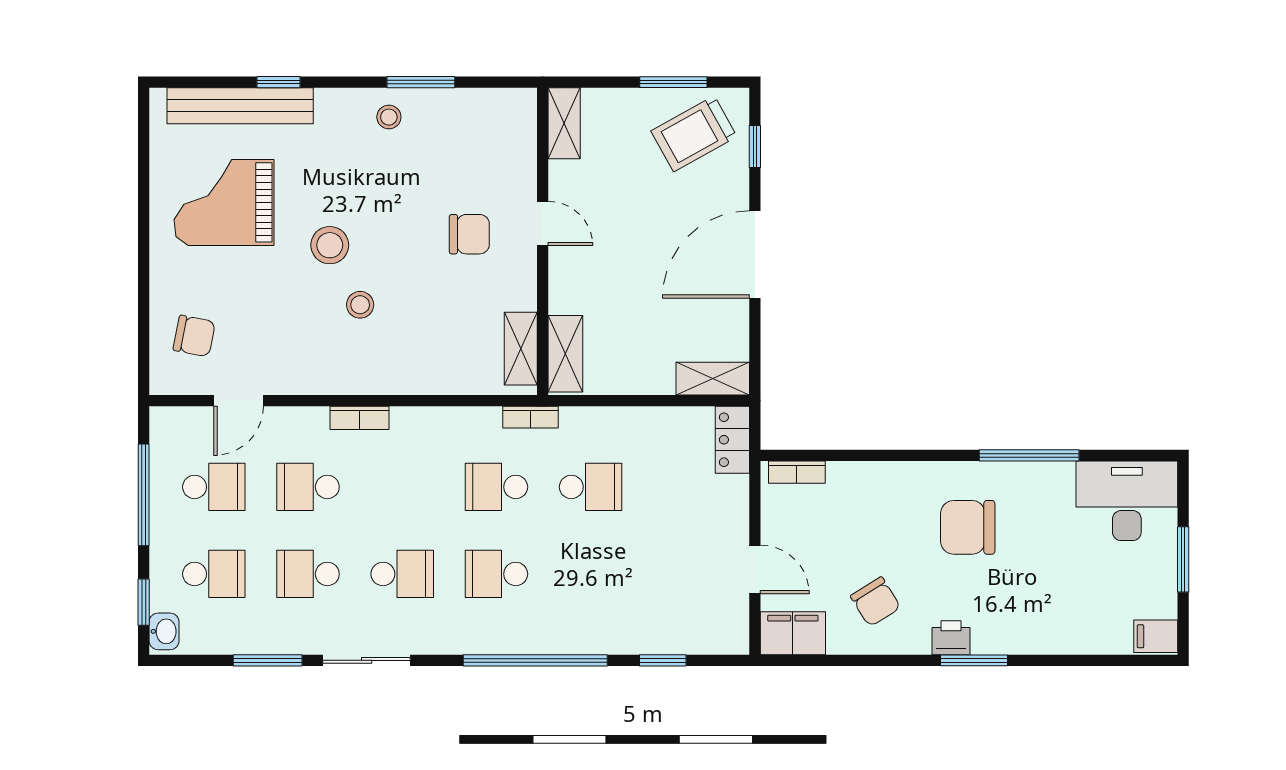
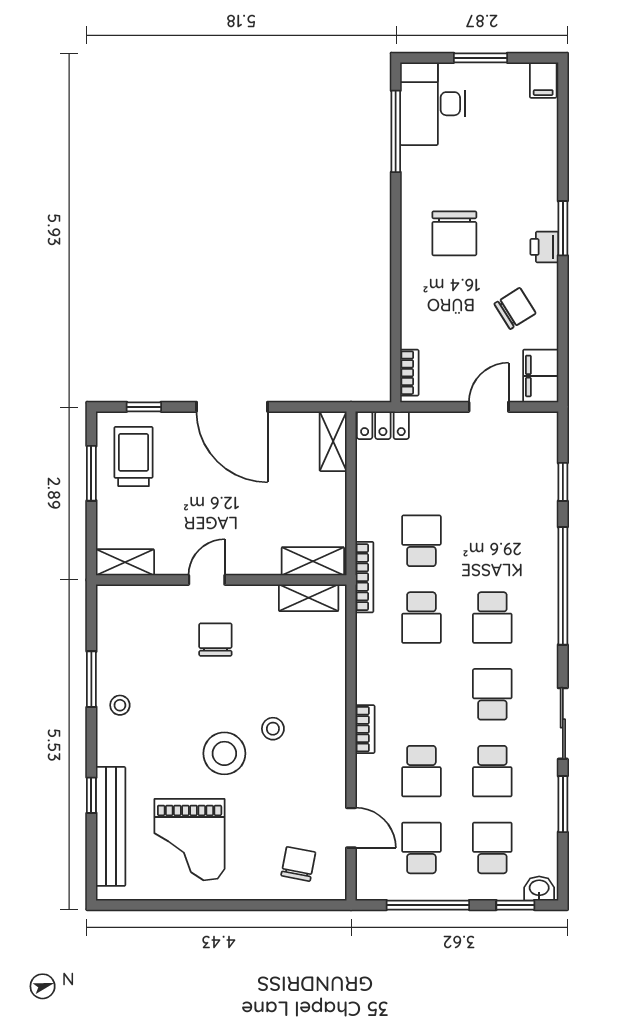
trolley: (694, 134) -> (134, 457), turned -151
stool: (330, 245) -> (224, 753), width x1.38, depth x1.38
bookcase: (531, 417) -> (364, 577), width x1.56
window: (1029, 455) -> (396, 131), moved

